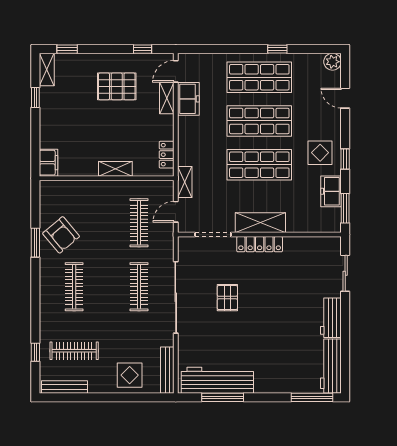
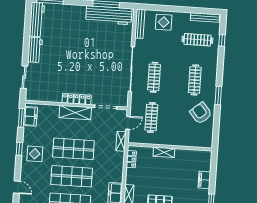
filing cabinet: (48, 163) -> (204, 180), moved
freezer: (331, 191) -> (30, 116), moved
window: (35, 243) -> (218, 95), moved
pallet: (227, 298) -> (99, 67), removed

